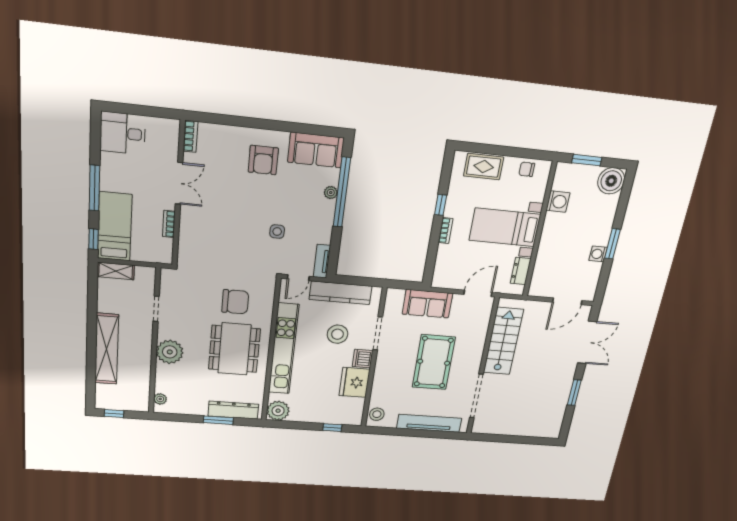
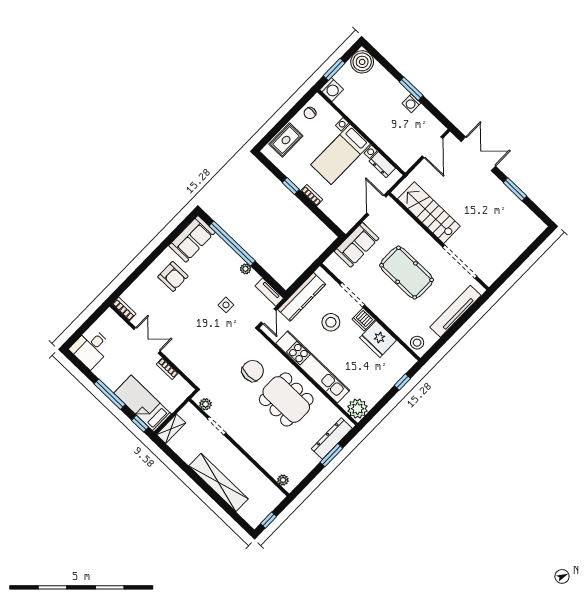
plant: (331, 193) -> (246, 269), moved
washing machine: (558, 202) -> (332, 89), moved, turned 90
plant: (170, 352) -> (205, 404), moved, width x0.53, depth x0.53

